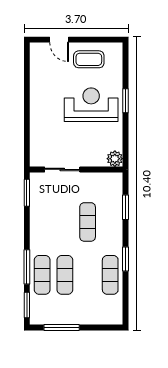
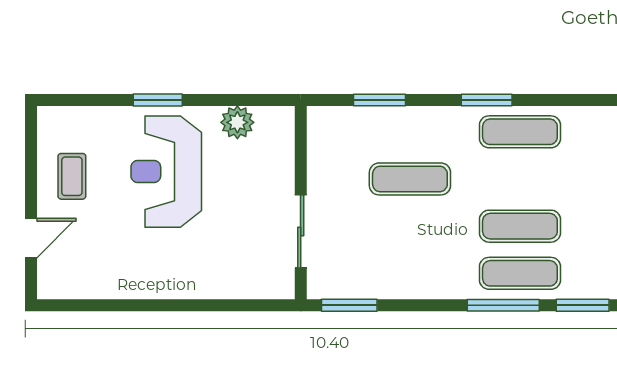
coffee table: (89, 59) -> (72, 176), width x0.73, depth x0.77
plant: (115, 159) -> (237, 122), moved

